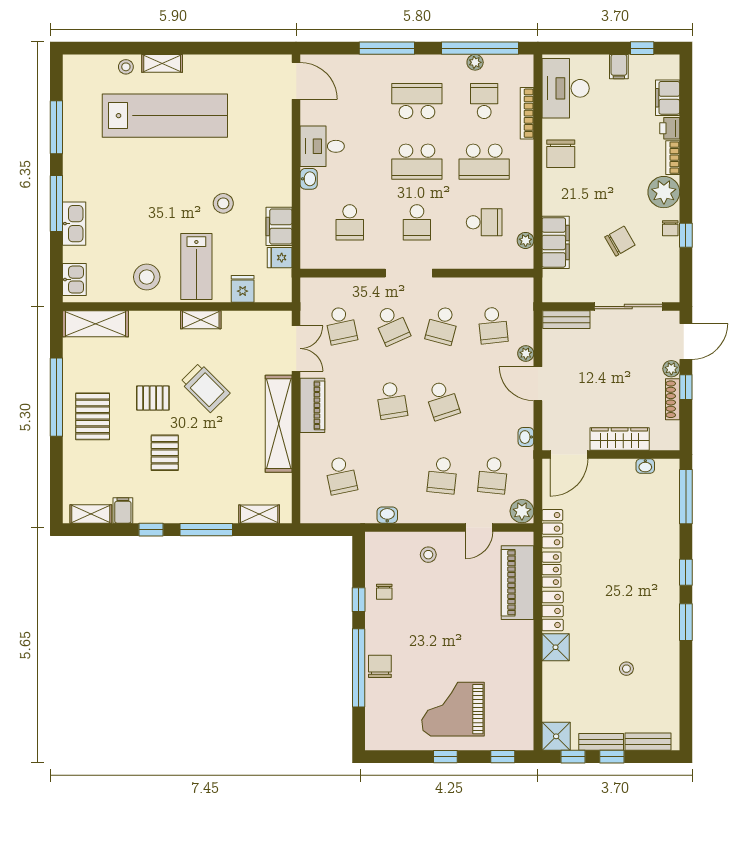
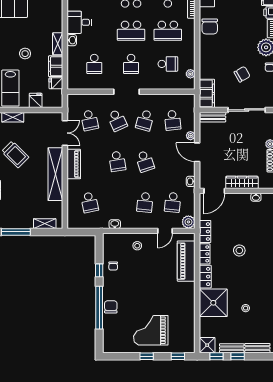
shelving: (283, 185) -> (58, 44), added
filing cabinet: (556, 242) -> (207, 93), moved
stool: (615, 563) -> (239, 250), added
shower: (556, 647) -> (213, 303), width x1.86, depth x1.86

